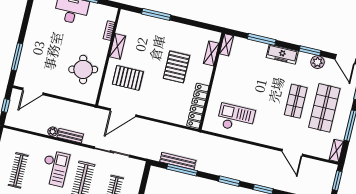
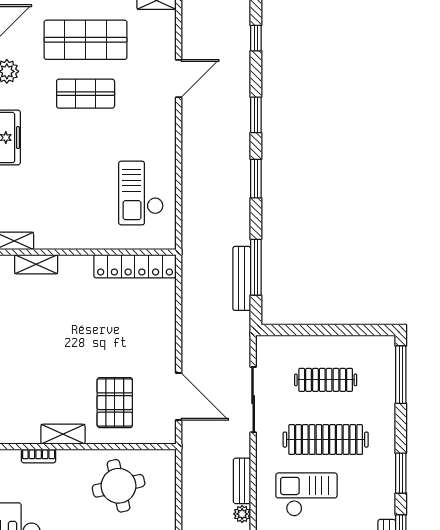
pallet: (176, 67) -> (75, 321), removed

